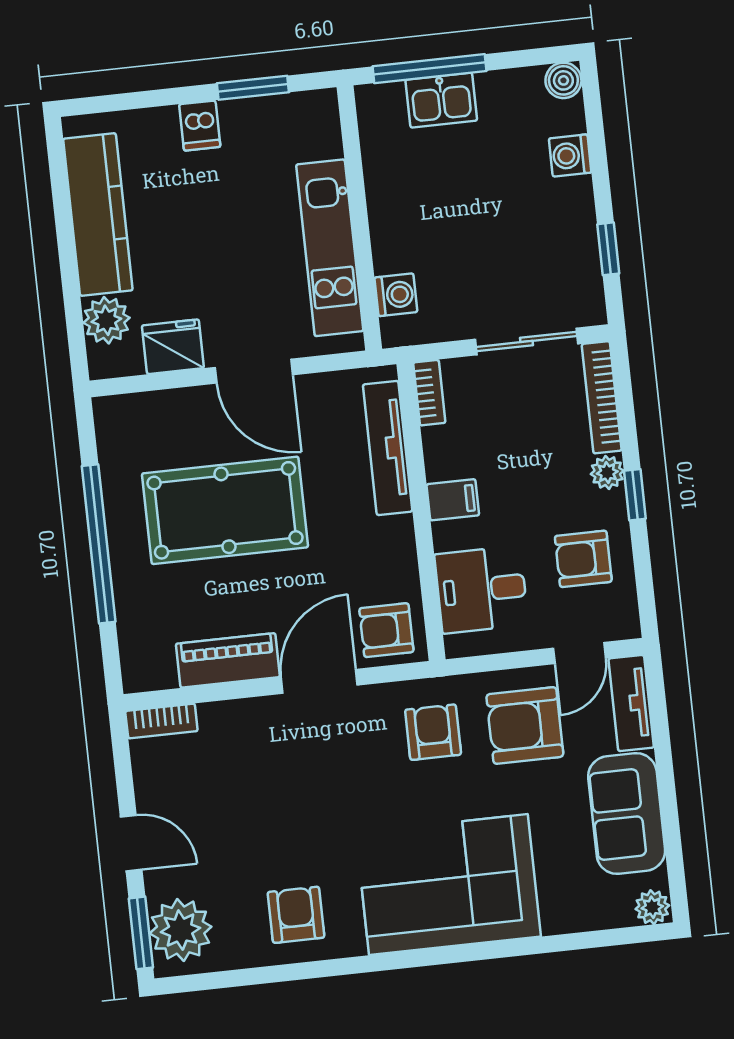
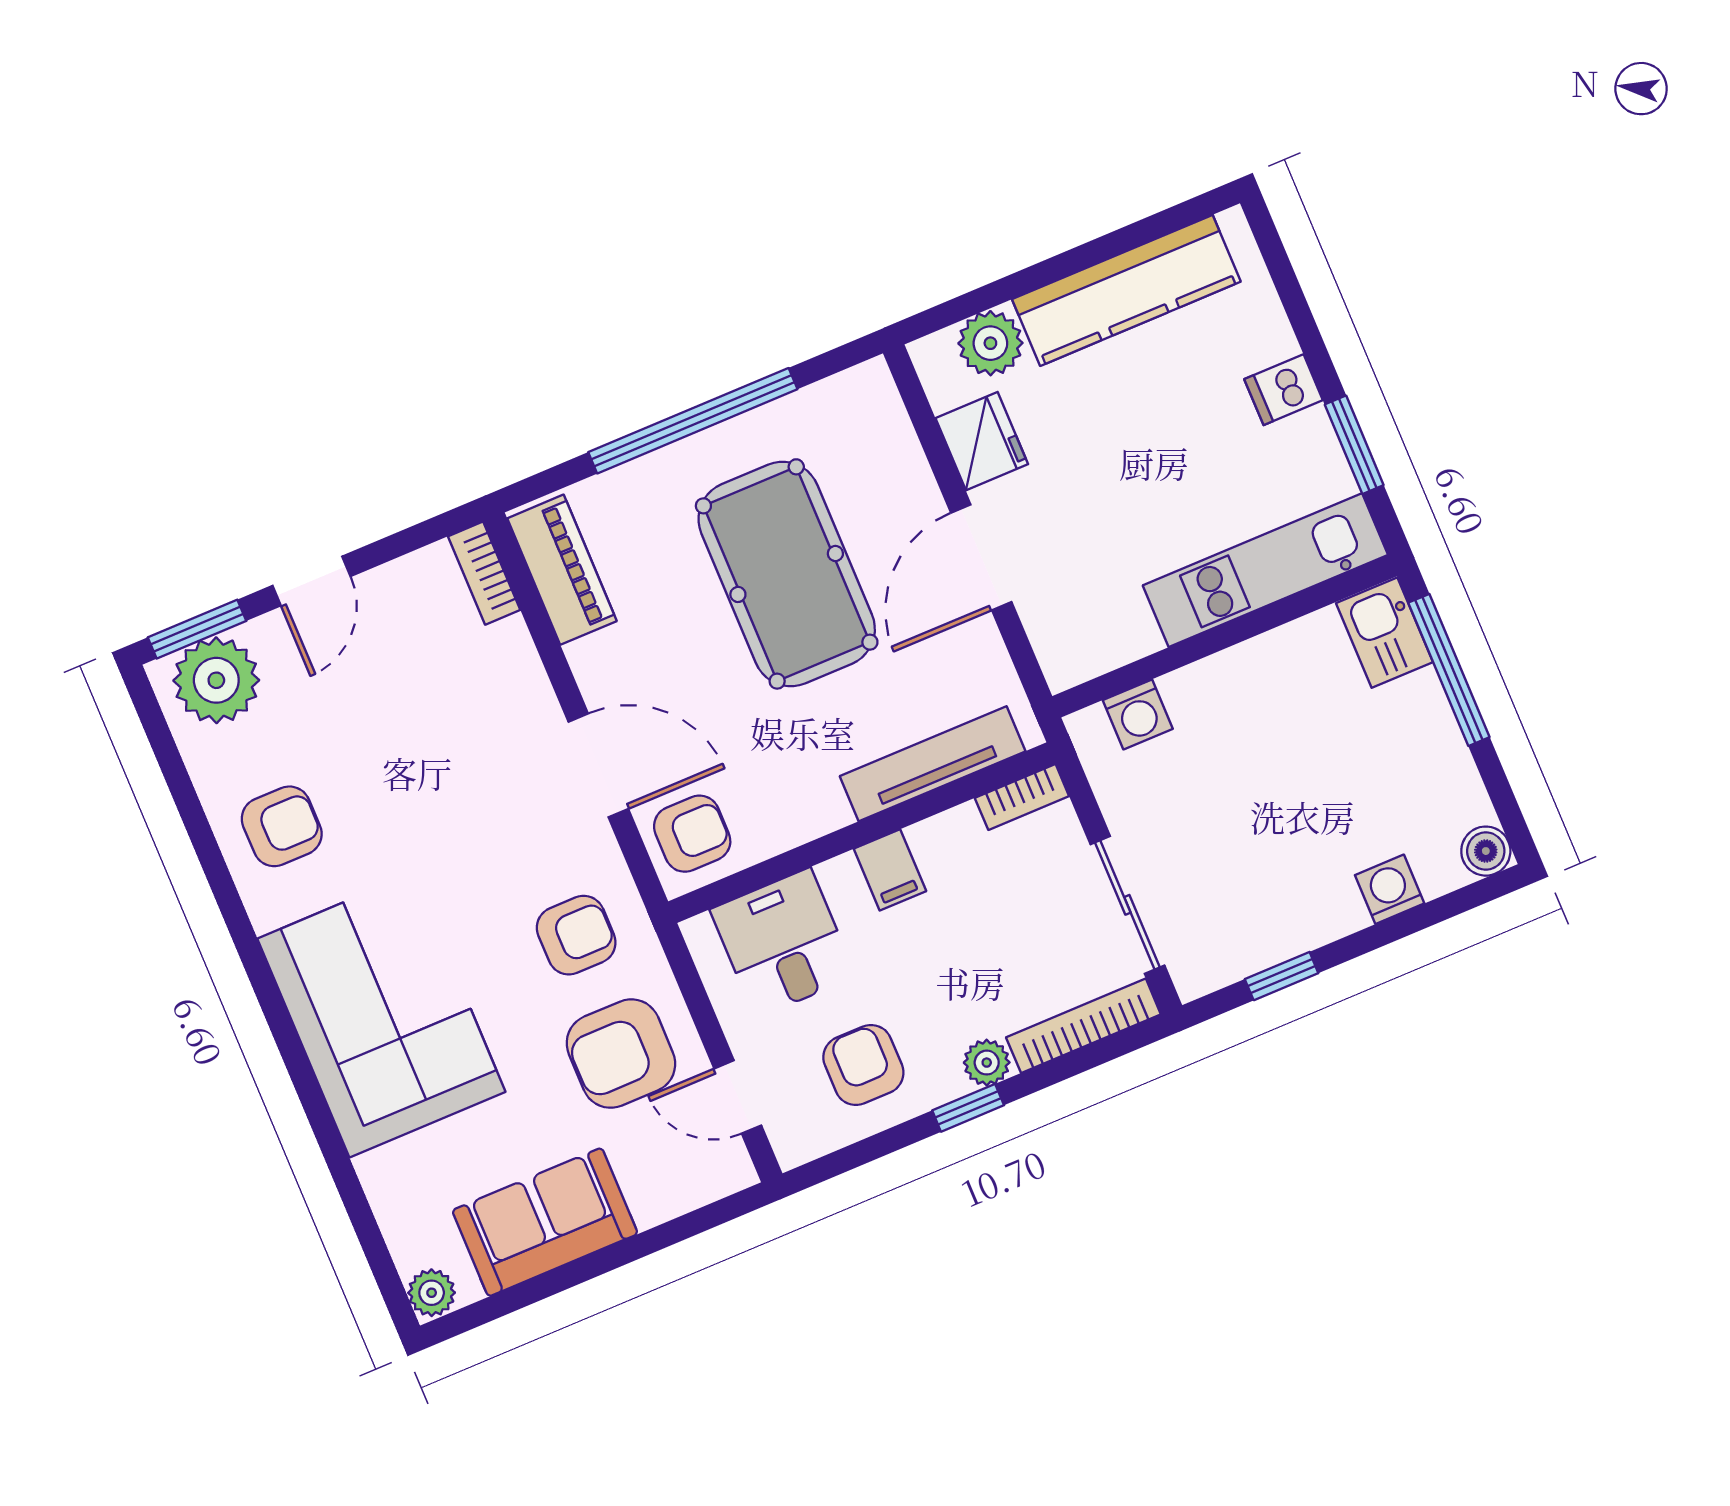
kitchen sink: (441, 100) -> (1385, 633), moved
kitchen unit: (330, 248) -> (1265, 570), moved
armchair: (386, 630) -> (692, 834), turned 90
piano: (228, 660) -> (562, 570), moved
tv unit: (631, 703) -> (692, 1185), removed
armchair: (525, 726) -> (621, 1054), turned -90

